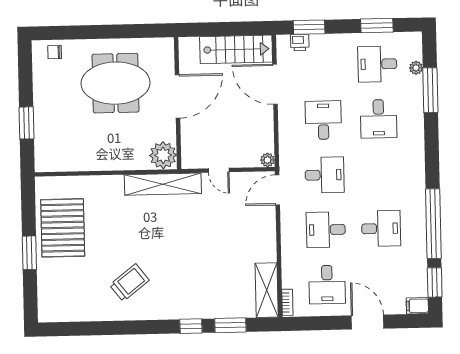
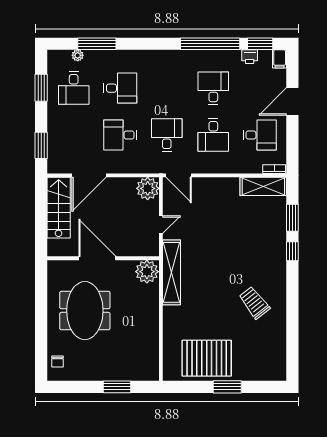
printer: (300, 43) -> (250, 57), moved, turned 90
plant: (268, 160) -> (148, 188), width x1.88, depth x1.88

